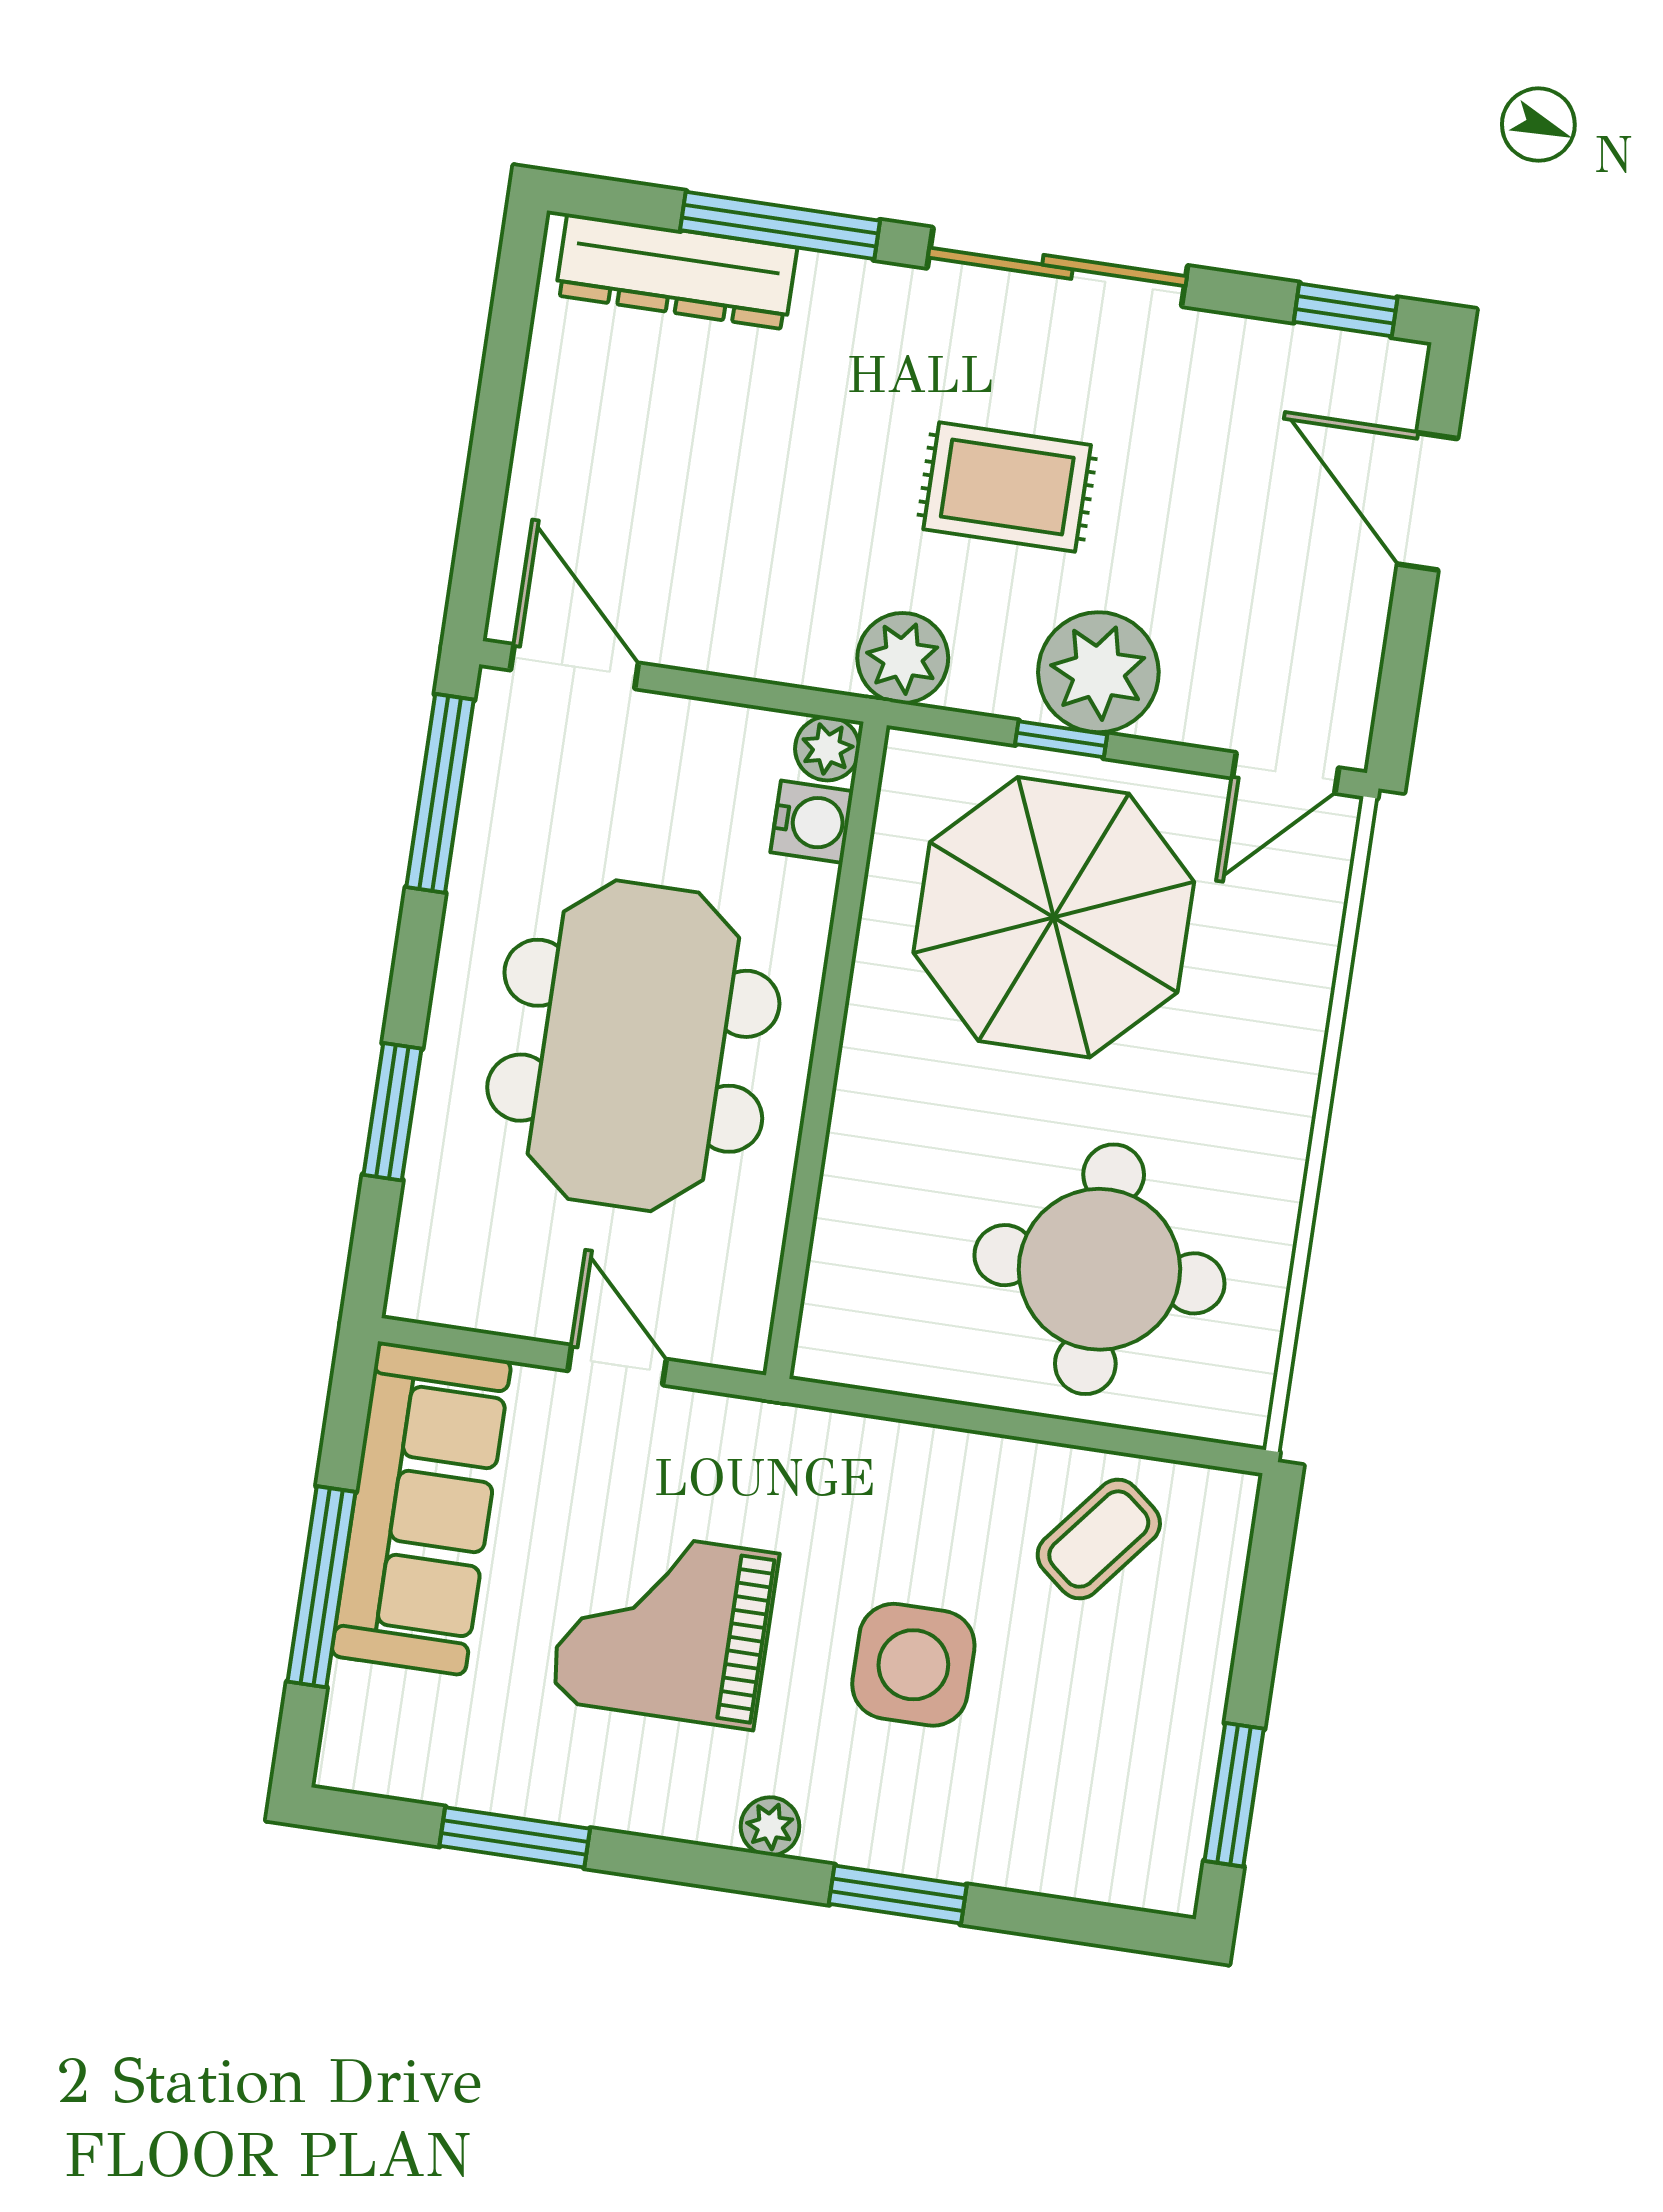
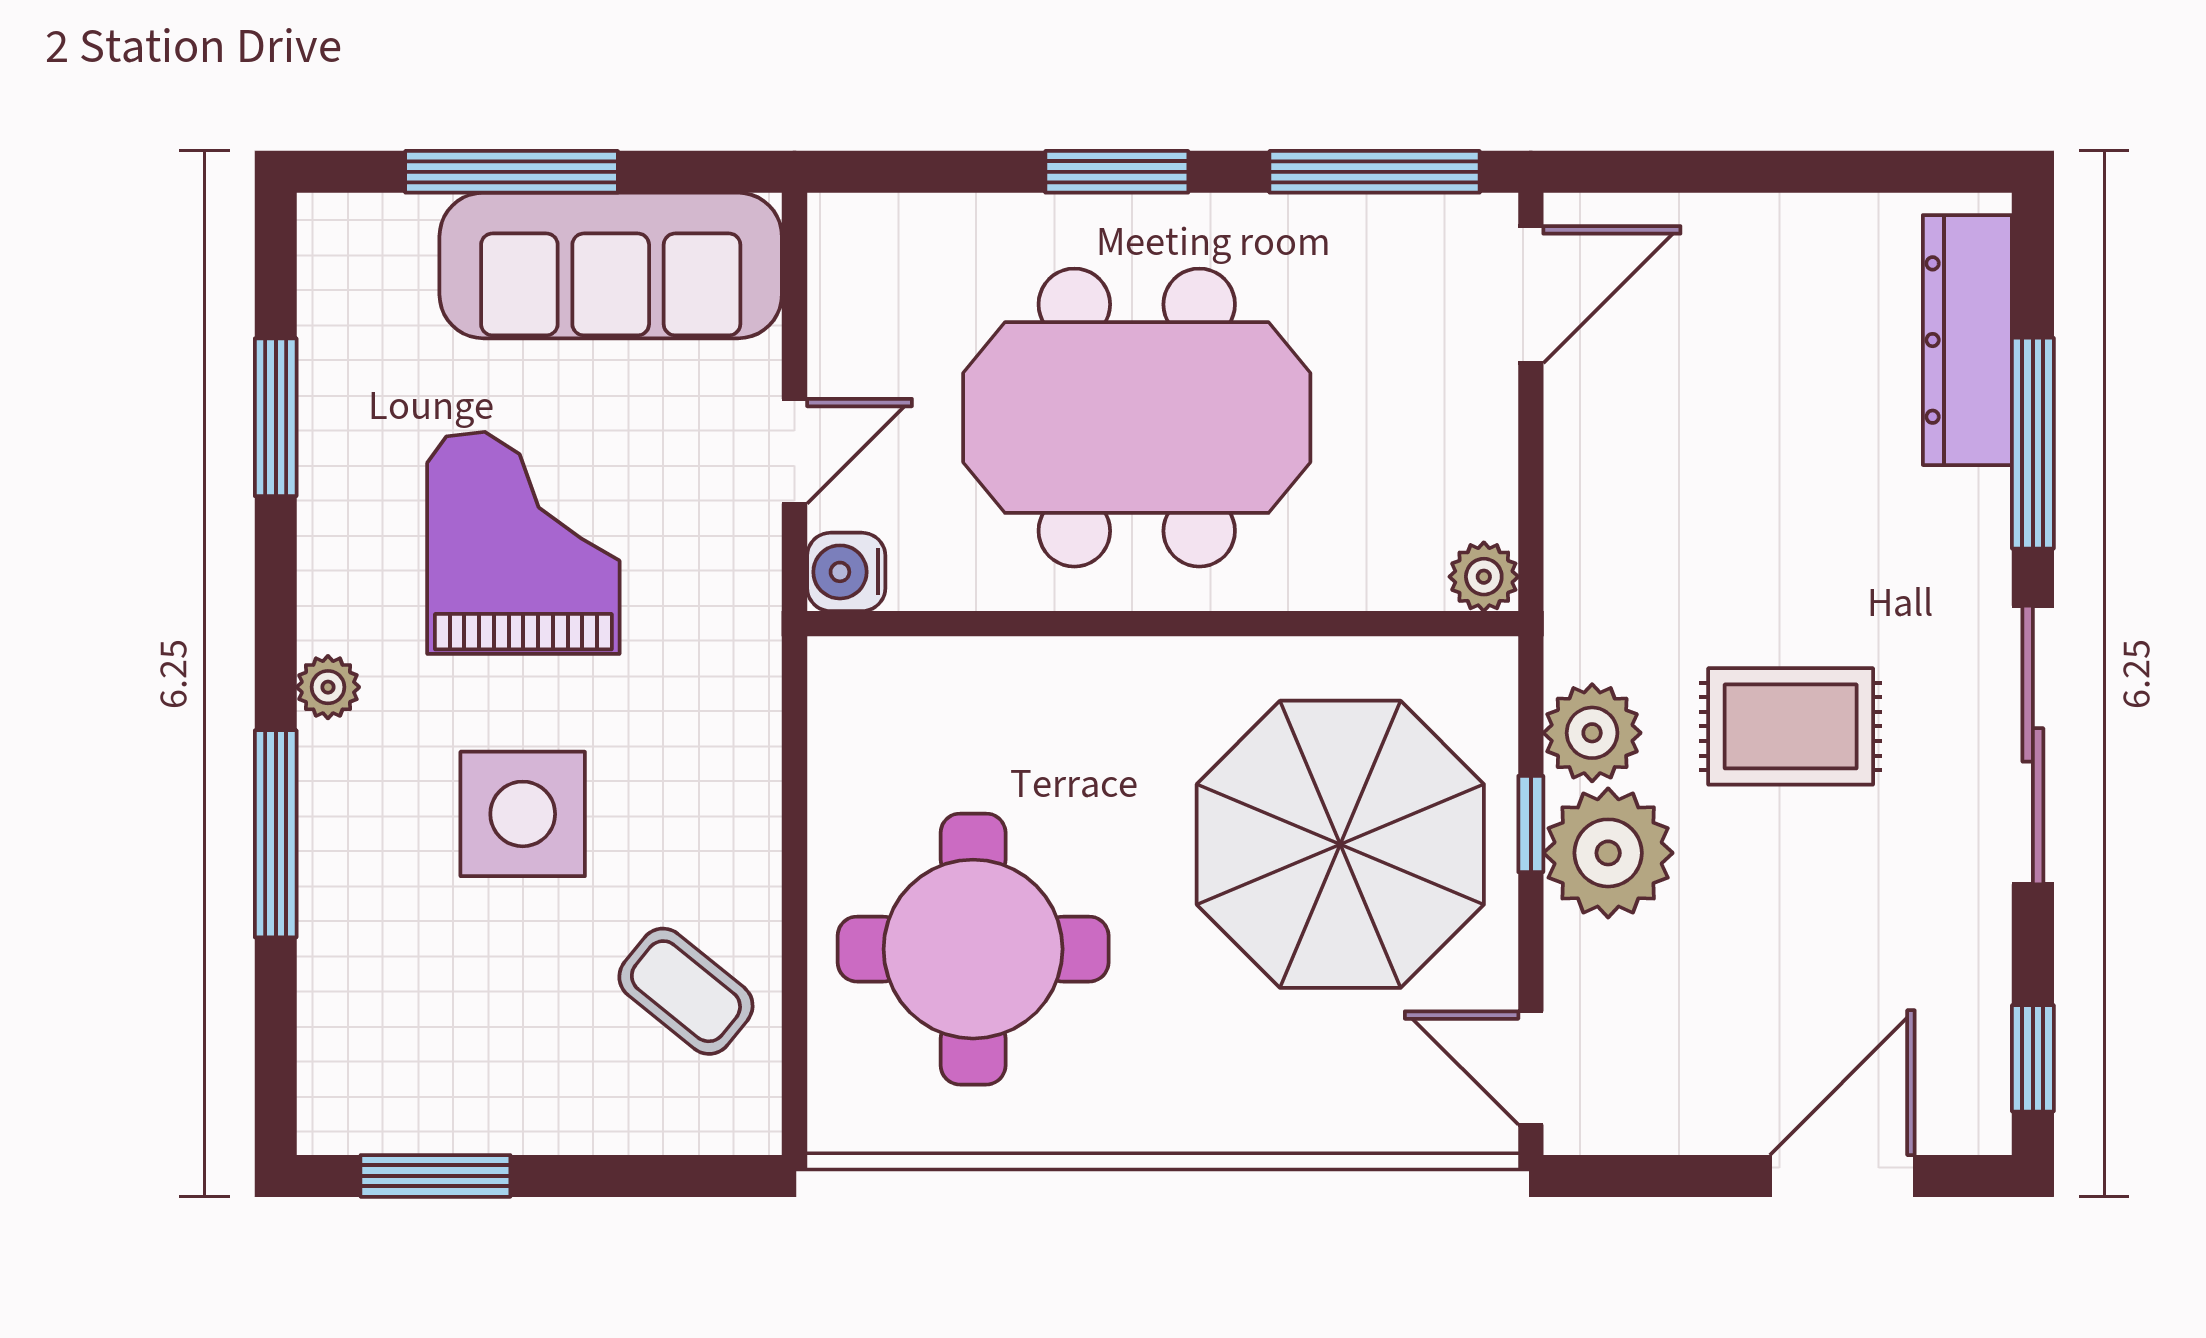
rug: (1007, 487) -> (1791, 726), turned 90
plant: (903, 658) -> (1592, 733), moved
water cooler: (812, 822) -> (846, 572), moved, turned 90
window: (393, 1112) -> (1117, 172), moved
window: (898, 1895) -> (276, 834), width x1.44

